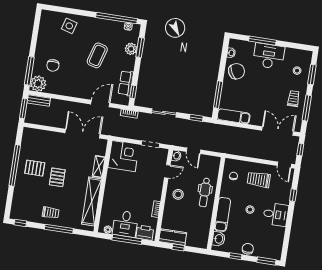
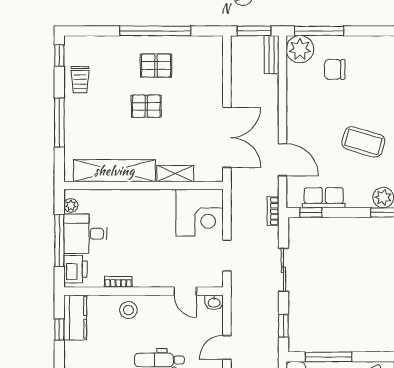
door: (194, 151) -> (227, 347), moved
pallet: (35, 168) -> (156, 66), turned 90
stool: (178, 194) -> (128, 310), moved
trolley: (51, 213) -> (80, 80), moved

